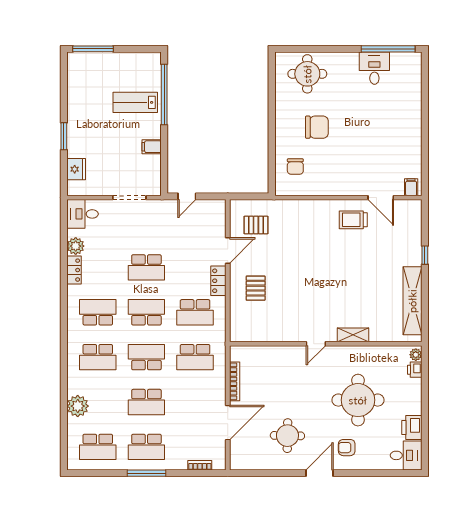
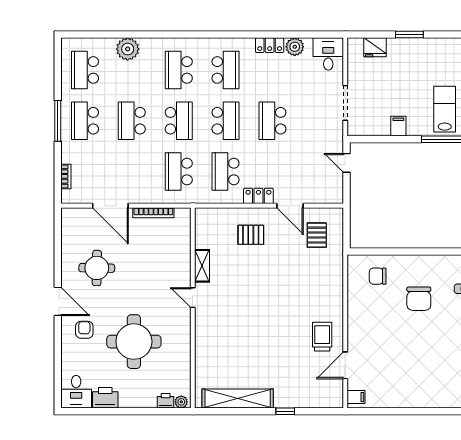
shelving: (353, 335) -> (202, 266), moved

